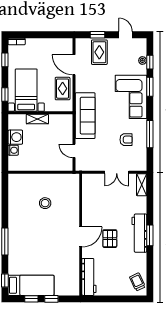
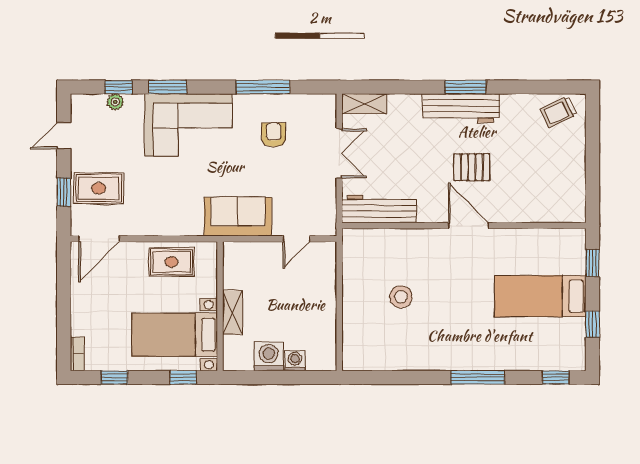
door: (74, 65) -> (99, 239), moved
sofa: (85, 116) -> (238, 217), width x0.73
workbench: (89, 277) -> (379, 209), moved
bed: (31, 285) -> (540, 296), moved, turned -90
window: (51, 299) -> (592, 263), moved

